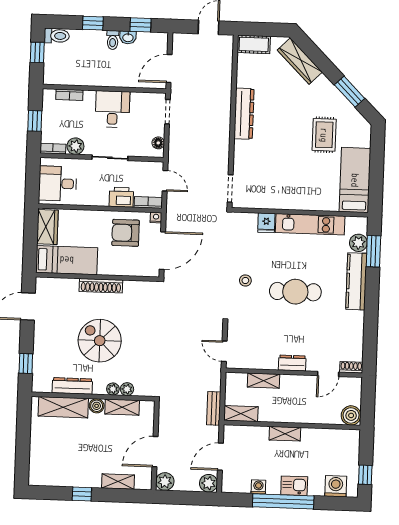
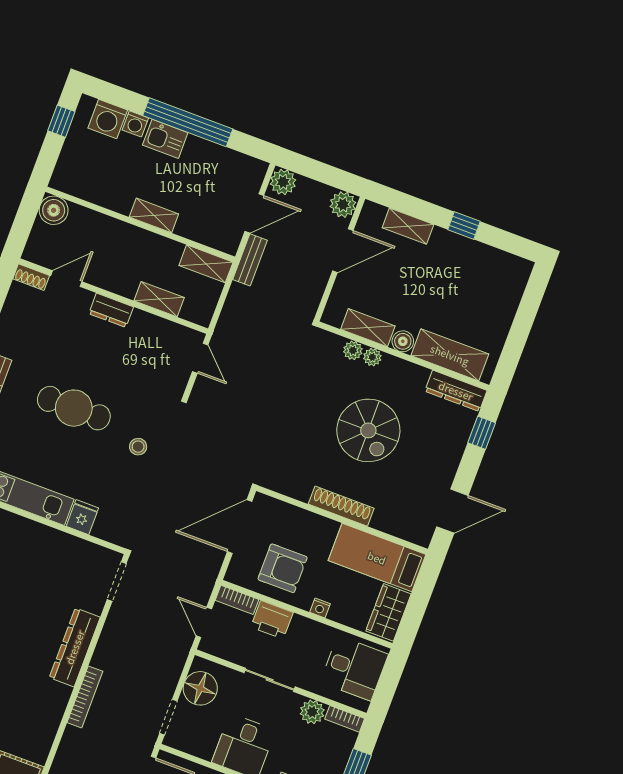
bookcase: (226, 107) -> (85, 697), added
dresser: (244, 114) -> (75, 647), moved
floor lamp: (158, 143) -> (200, 688), width x1.89, depth x1.89
nightstand: (156, 218) -> (320, 608), moved
dresser: (72, 386) -> (456, 391), moved
bench: (214, 408) -> (250, 260), moved
washing machine: (258, 487) -> (135, 124), moved

